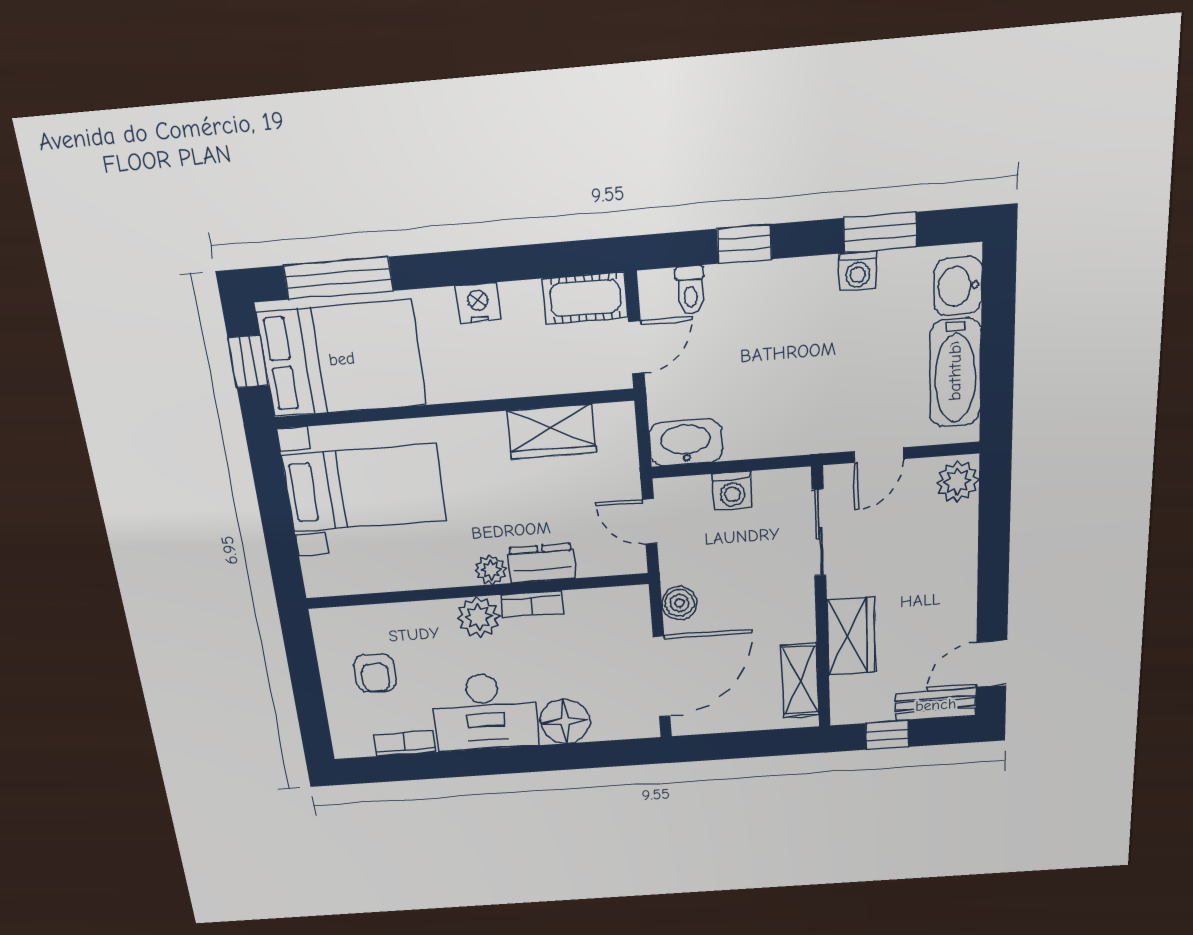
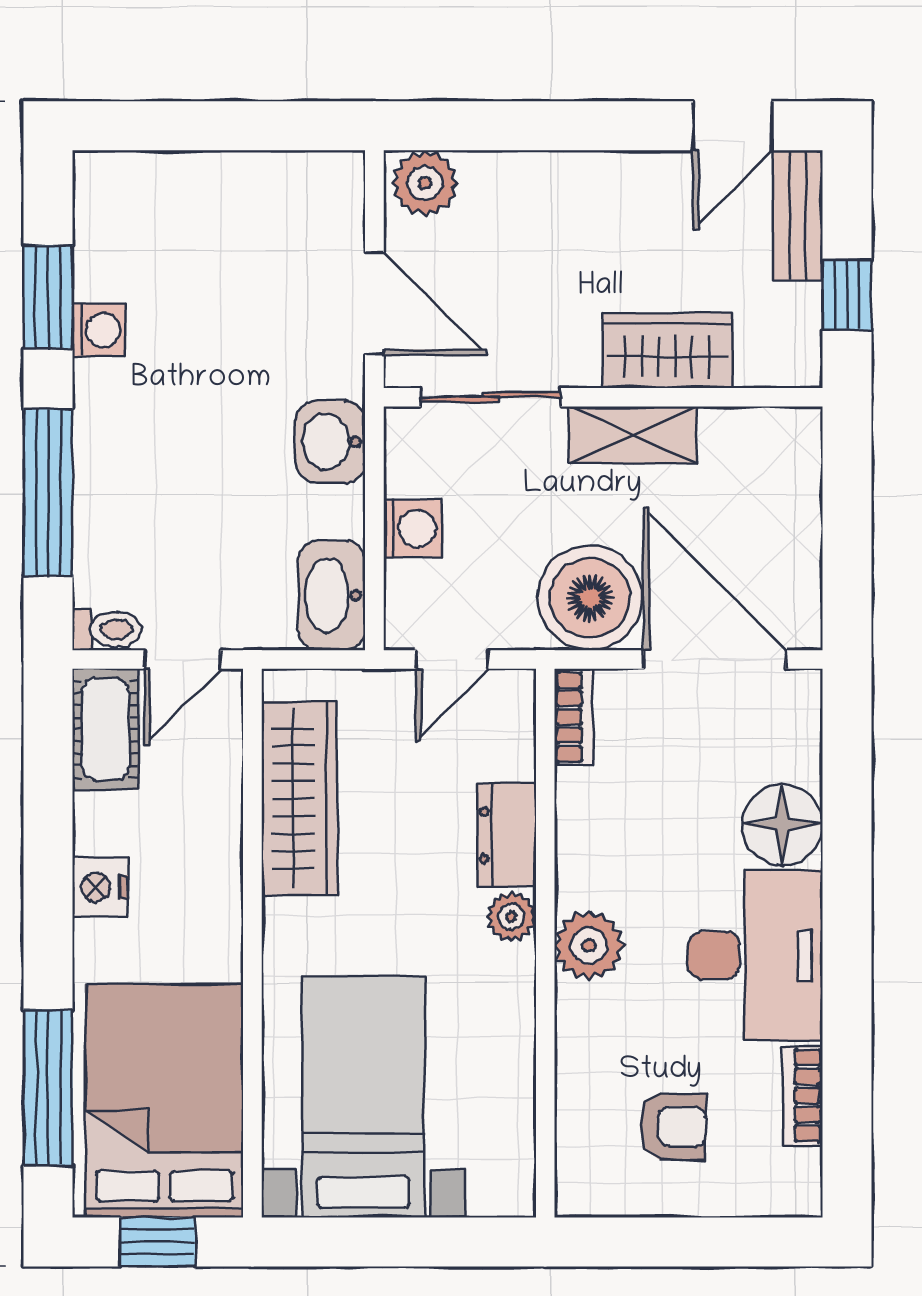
window: (744, 244) -> (48, 492), width x2.17
washbasin: (958, 286) -> (330, 442), moved, turned 90
toilet: (690, 290) -> (107, 629), moved
door: (636, 347) -> (183, 659), swing flipped
bathtub: (955, 373) -> (258, 188), removed
wardrobe: (551, 432) -> (299, 799), width x1.50
door: (878, 455) -> (374, 303), width x1.38
boiler: (679, 603) -> (590, 598), width x1.86, depth x1.86
bookcase: (532, 604) -> (574, 717), moved
door: (991, 664) -> (733, 126), hinge flipped
shelving: (800, 680) -> (633, 435), moved

